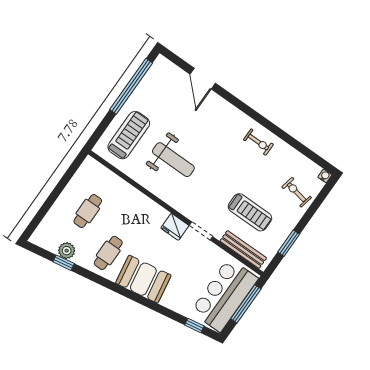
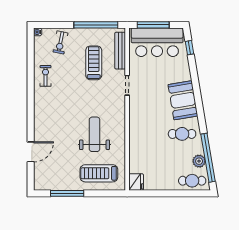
window: (131, 86) -> (67, 193), width x0.68
exercise bike: (258, 142) -> (46, 76), moved
cafe table: (88, 211) -> (192, 181), moved
fridge: (175, 227) -> (136, 182), moved
window: (289, 243) -> (96, 25), width x2.11
window: (64, 263) -> (208, 158), width x3.17

